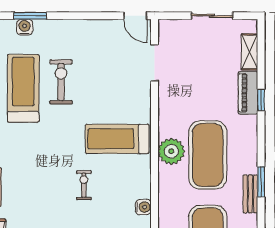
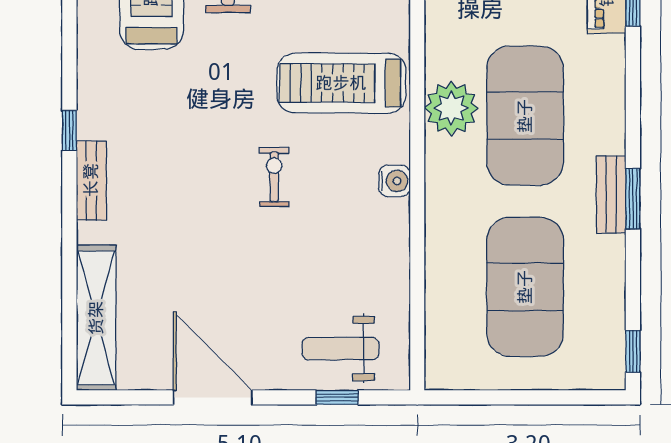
window: (261, 182) -> (633, 199), moved
water cooler: (143, 207) -> (394, 181), moved

